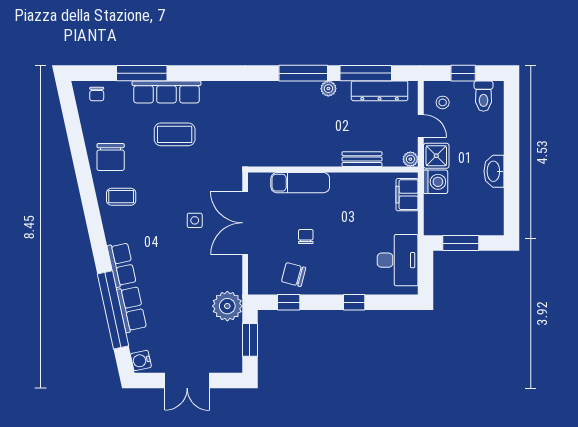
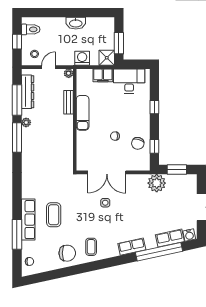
shower: (436, 156) -> (107, 58), moved
exam couch: (300, 183) -> (83, 113), moved
filing cabinet: (407, 195) -> (103, 75), moved
row of seats: (132, 309) -> (170, 238), moved

